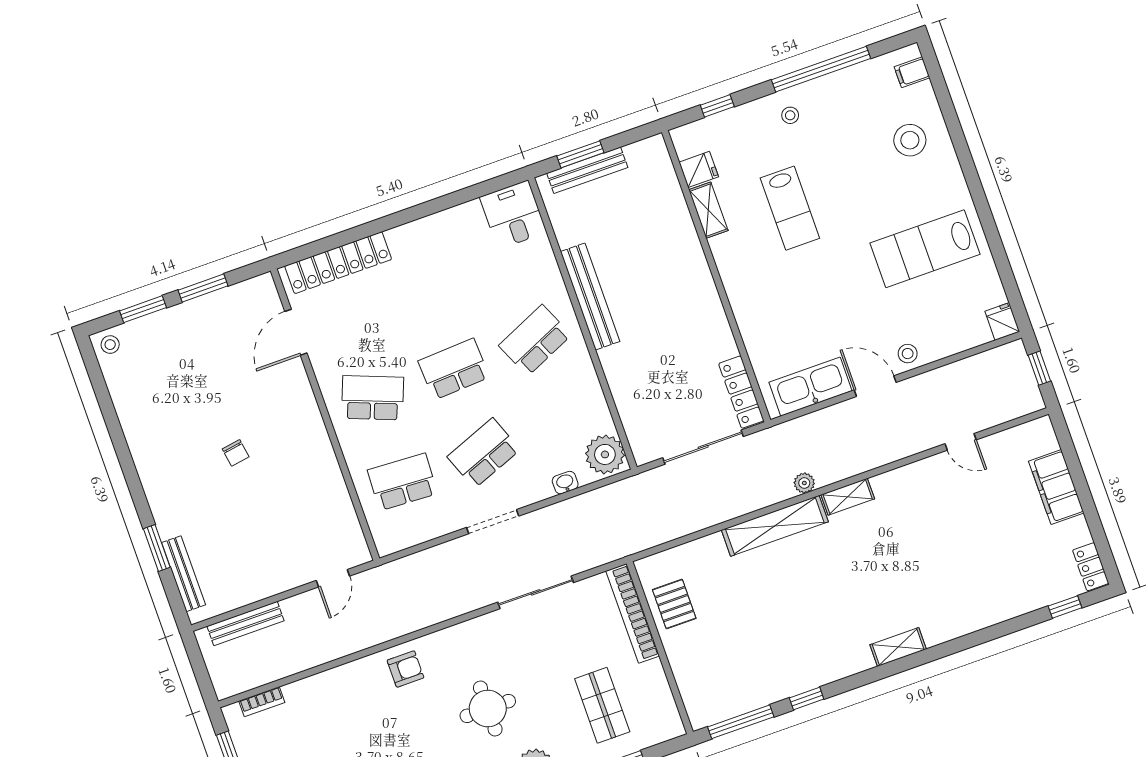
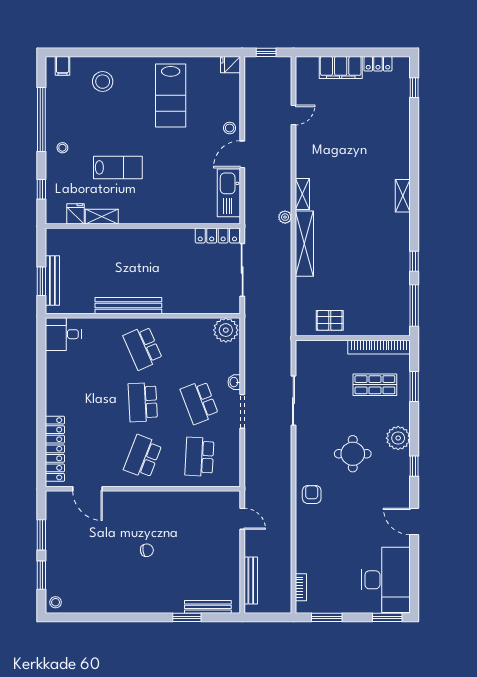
washbasin: (565, 483) -> (234, 382), moved
locker: (1091, 567) -> (378, 64), moved
bookcase: (633, 613) -> (379, 347), moved

